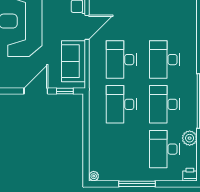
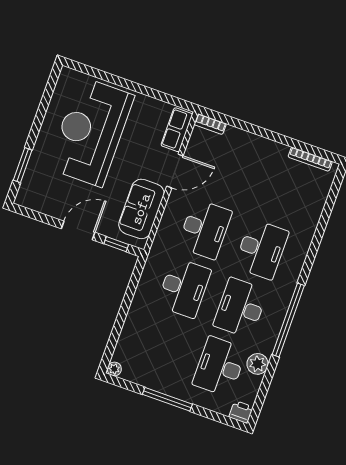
desk: (121, 60) -> (205, 229), turned 180
desk: (165, 60) -> (261, 249), turned 180
desk: (121, 104) -> (184, 288), turned 180

